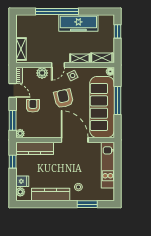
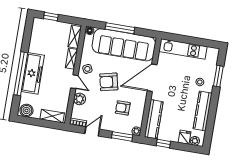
boiler: (22, 23) -> (26, 110), added
freezer: (78, 23) -> (33, 73), moved
armchair: (33, 106) -> (123, 108), moved

